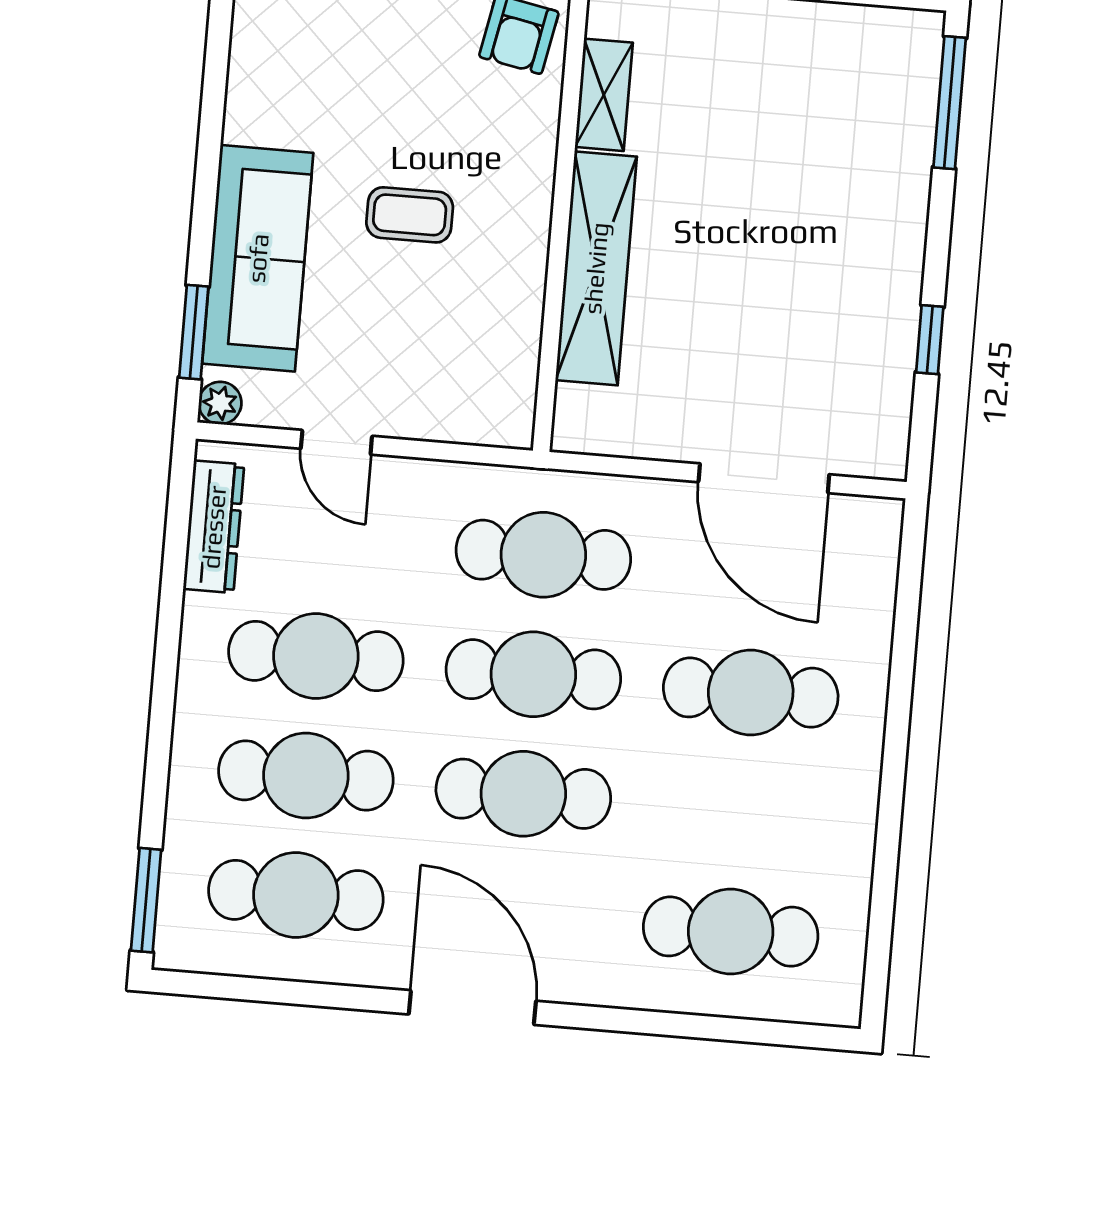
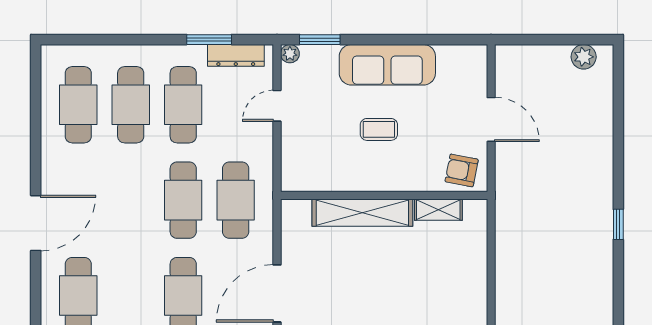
coffee table: (410, 215) -> (379, 129), turned 90
sofa: (258, 258) -> (387, 65), moved
cafe table: (523, 794) -> (131, 200), removed
window: (146, 900) -> (209, 40), moved
door: (472, 1008) -> (36, 223), moved

